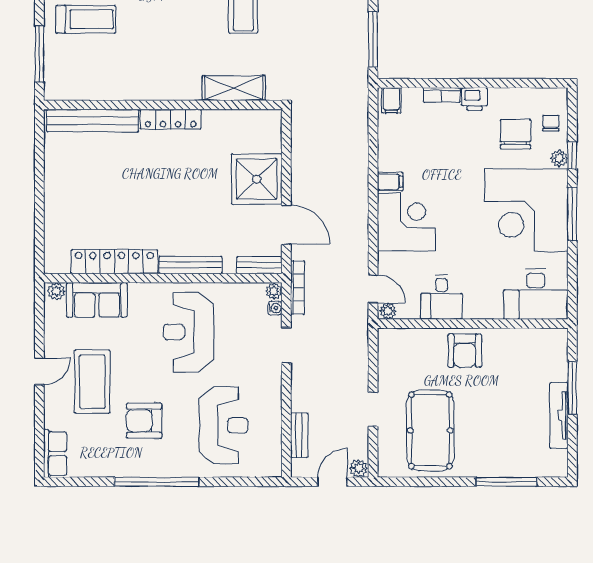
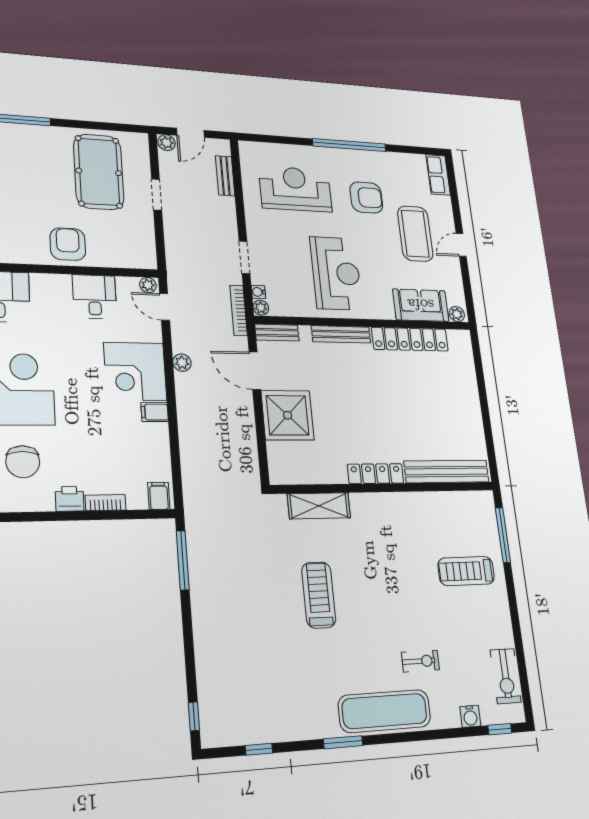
plant: (360, 232) -> (182, 363), added
reception desk: (224, 425) -> (295, 189), turned 90

